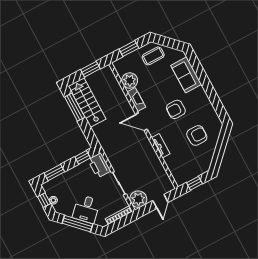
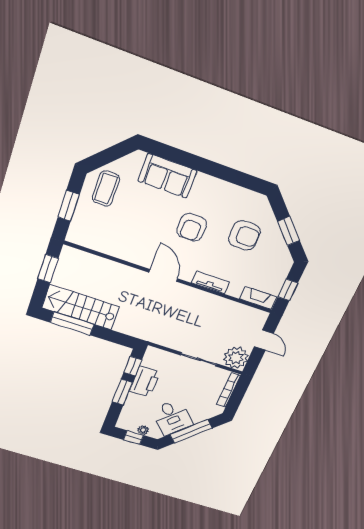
plant: (130, 81) -> (105, 242), removed
fireplace: (136, 99) -> (258, 298), moved
door: (141, 122) -> (163, 275), swing flipped
armchair: (197, 135) -> (244, 235), turned 90
window: (219, 152) -> (289, 231), added
printer: (99, 165) -> (145, 382), moved, turned -90
window: (54, 172) -> (122, 392), moved
desk: (86, 209) -> (172, 417), moved

